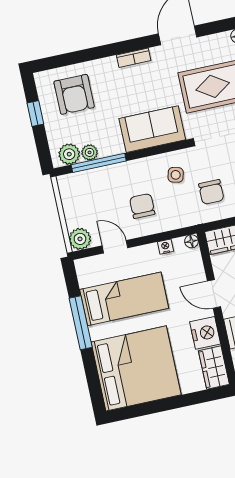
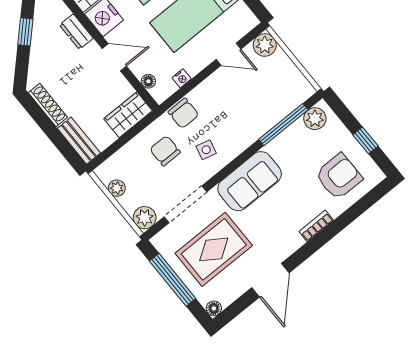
bookcase: (134, 58) -> (316, 226), moved
armchair: (74, 94) -> (339, 176), turned 90
plant: (90, 152) -> (297, 130), removed
chair: (142, 206) -> (183, 113), moved
floor lamp: (191, 241) -> (148, 81), moved

